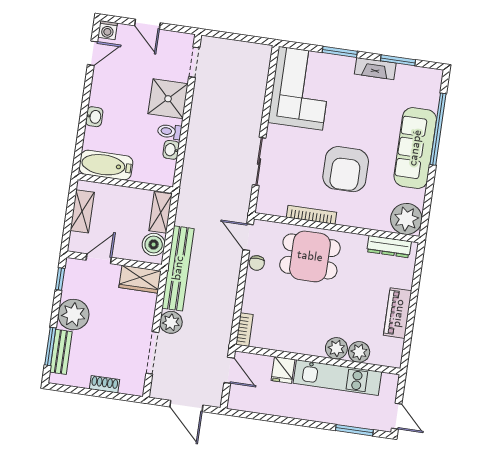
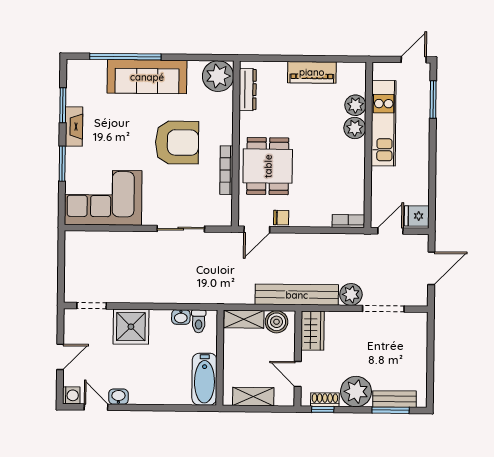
washbasin: (94, 117) -> (118, 397), moved
toilet: (170, 132) -> (199, 321), moved
fridge: (283, 370) -> (417, 216), moved, turned 180
shoe rack: (105, 384) -> (325, 400), moved, turned 90

